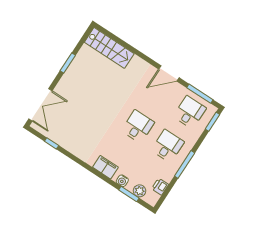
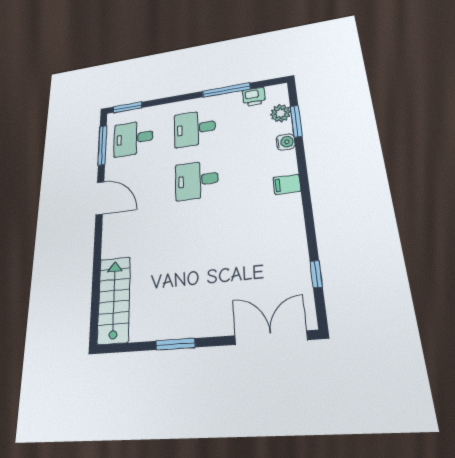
window: (185, 164) -> (226, 90), moved
filing cabinet: (105, 167) -> (287, 184), width x0.50

